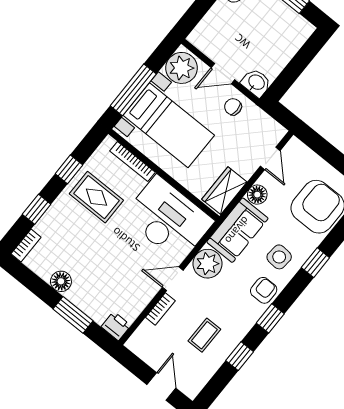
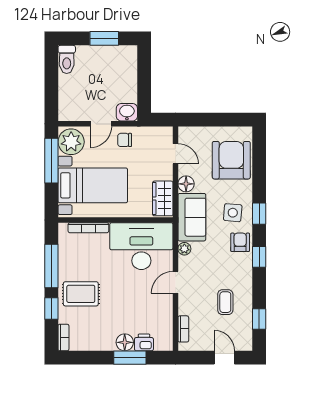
window: (133, 90) -> (51, 161), moved
window: (69, 169) -> (51, 266), width x2.17
rug: (96, 197) -> (81, 294), moved
window: (315, 263) -> (259, 214), moved
plant: (207, 264) -> (184, 249), width x0.53, depth x0.53
floor lamp: (61, 281) -> (125, 342), moved
bookcase: (160, 309) -> (183, 329), moved
printer: (116, 326) -> (144, 342), moved
window: (240, 356) -> (259, 319), moved

